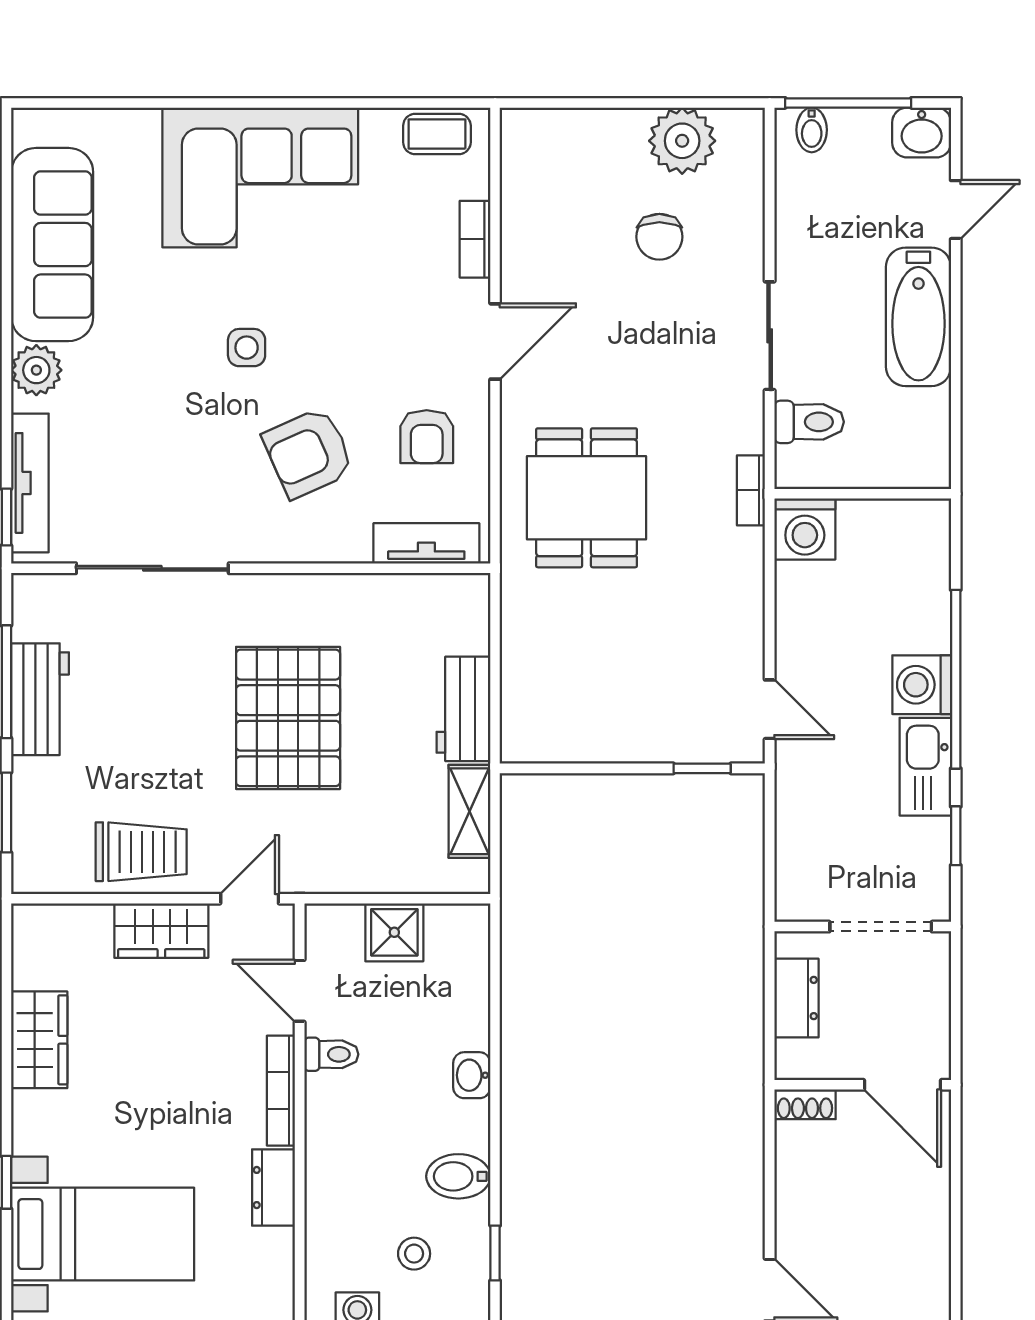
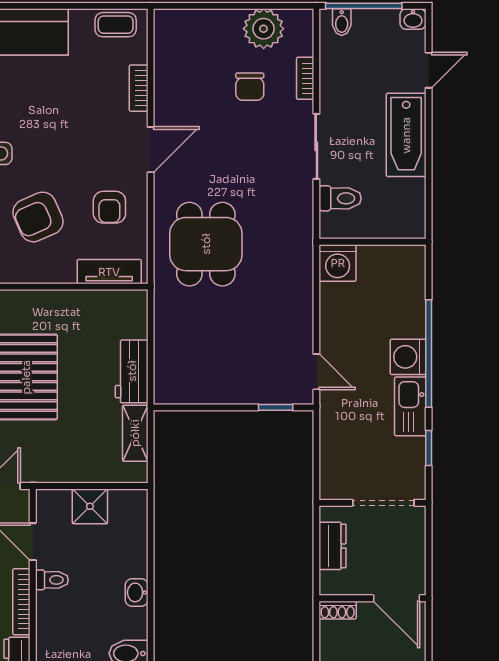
washbasin: (922, 133) -> (413, 19), width x0.72, depth x0.69
bookcase: (751, 490) -> (305, 78), moved

